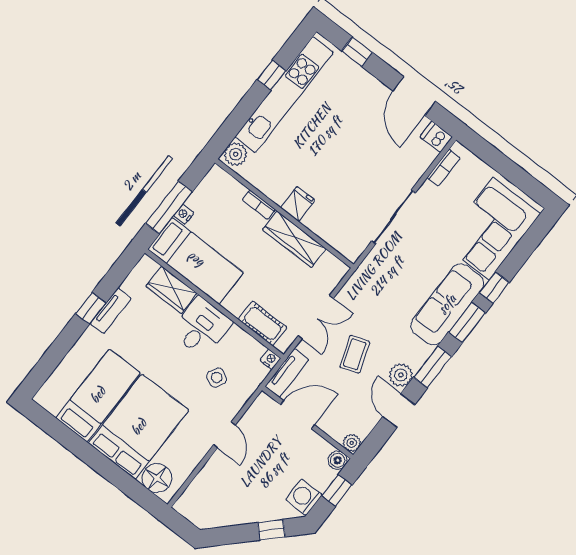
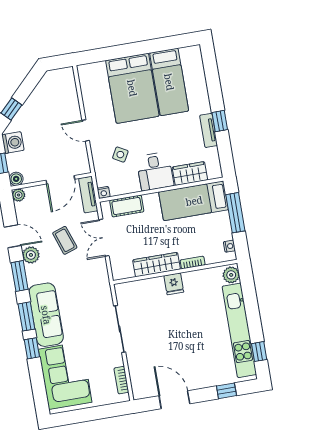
window: (272, 75) -> (259, 352), moved
dishwasher: (436, 137) -> (142, 391), removed
nightstand: (184, 214) -> (229, 246), moved
floor lamp: (157, 478) -> (96, 73), removed

